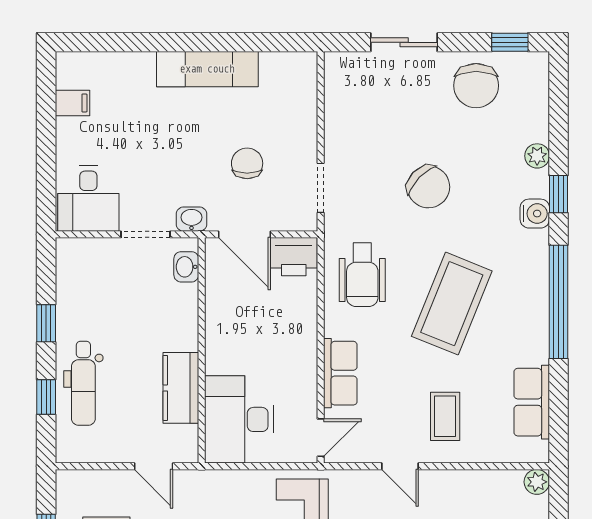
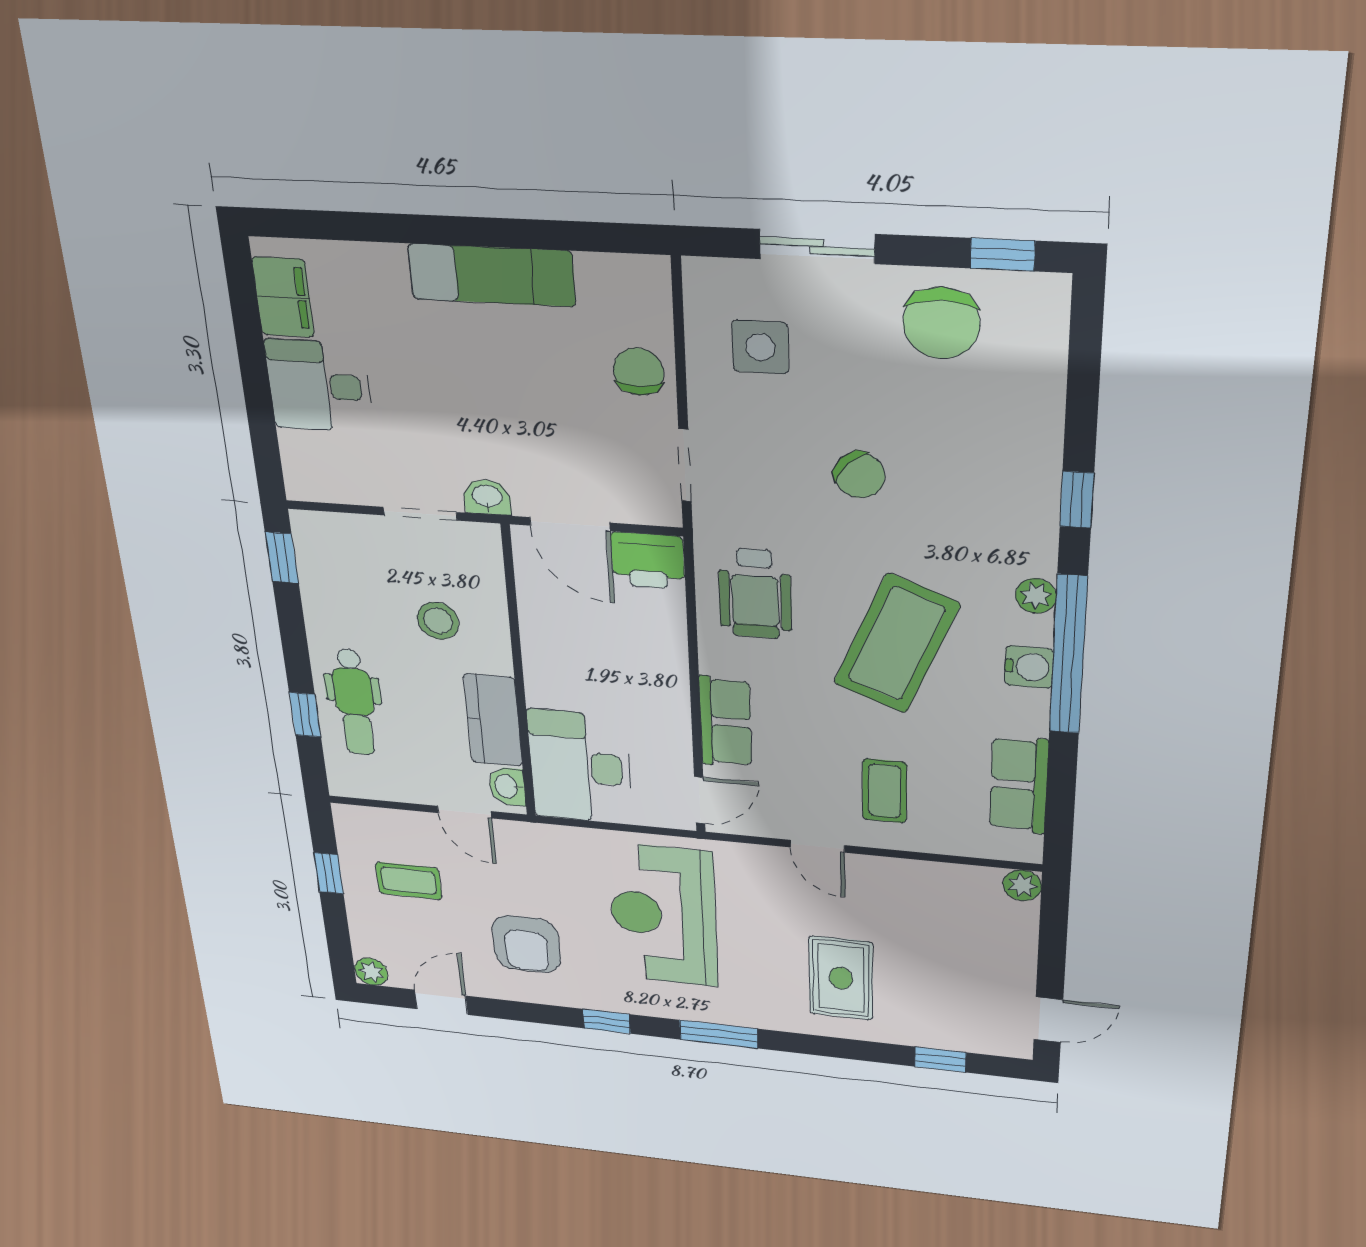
filing cabinet: (72, 103) -> (283, 297), width x2.00
side table: (369, 107) -> (760, 347), added
plant: (537, 156) -> (1036, 596), moved
chair: (247, 163) -> (639, 372), moved
chair: (428, 187) -> (859, 475), width x0.73, depth x0.73
desk: (88, 199) -> (319, 386), moved, turned 90
water cooler: (535, 214) -> (1029, 667), moved
washbasin: (186, 267) -> (507, 786), moved
stool: (150, 313) -> (438, 621), added
window: (46, 323) -> (282, 558), moved

